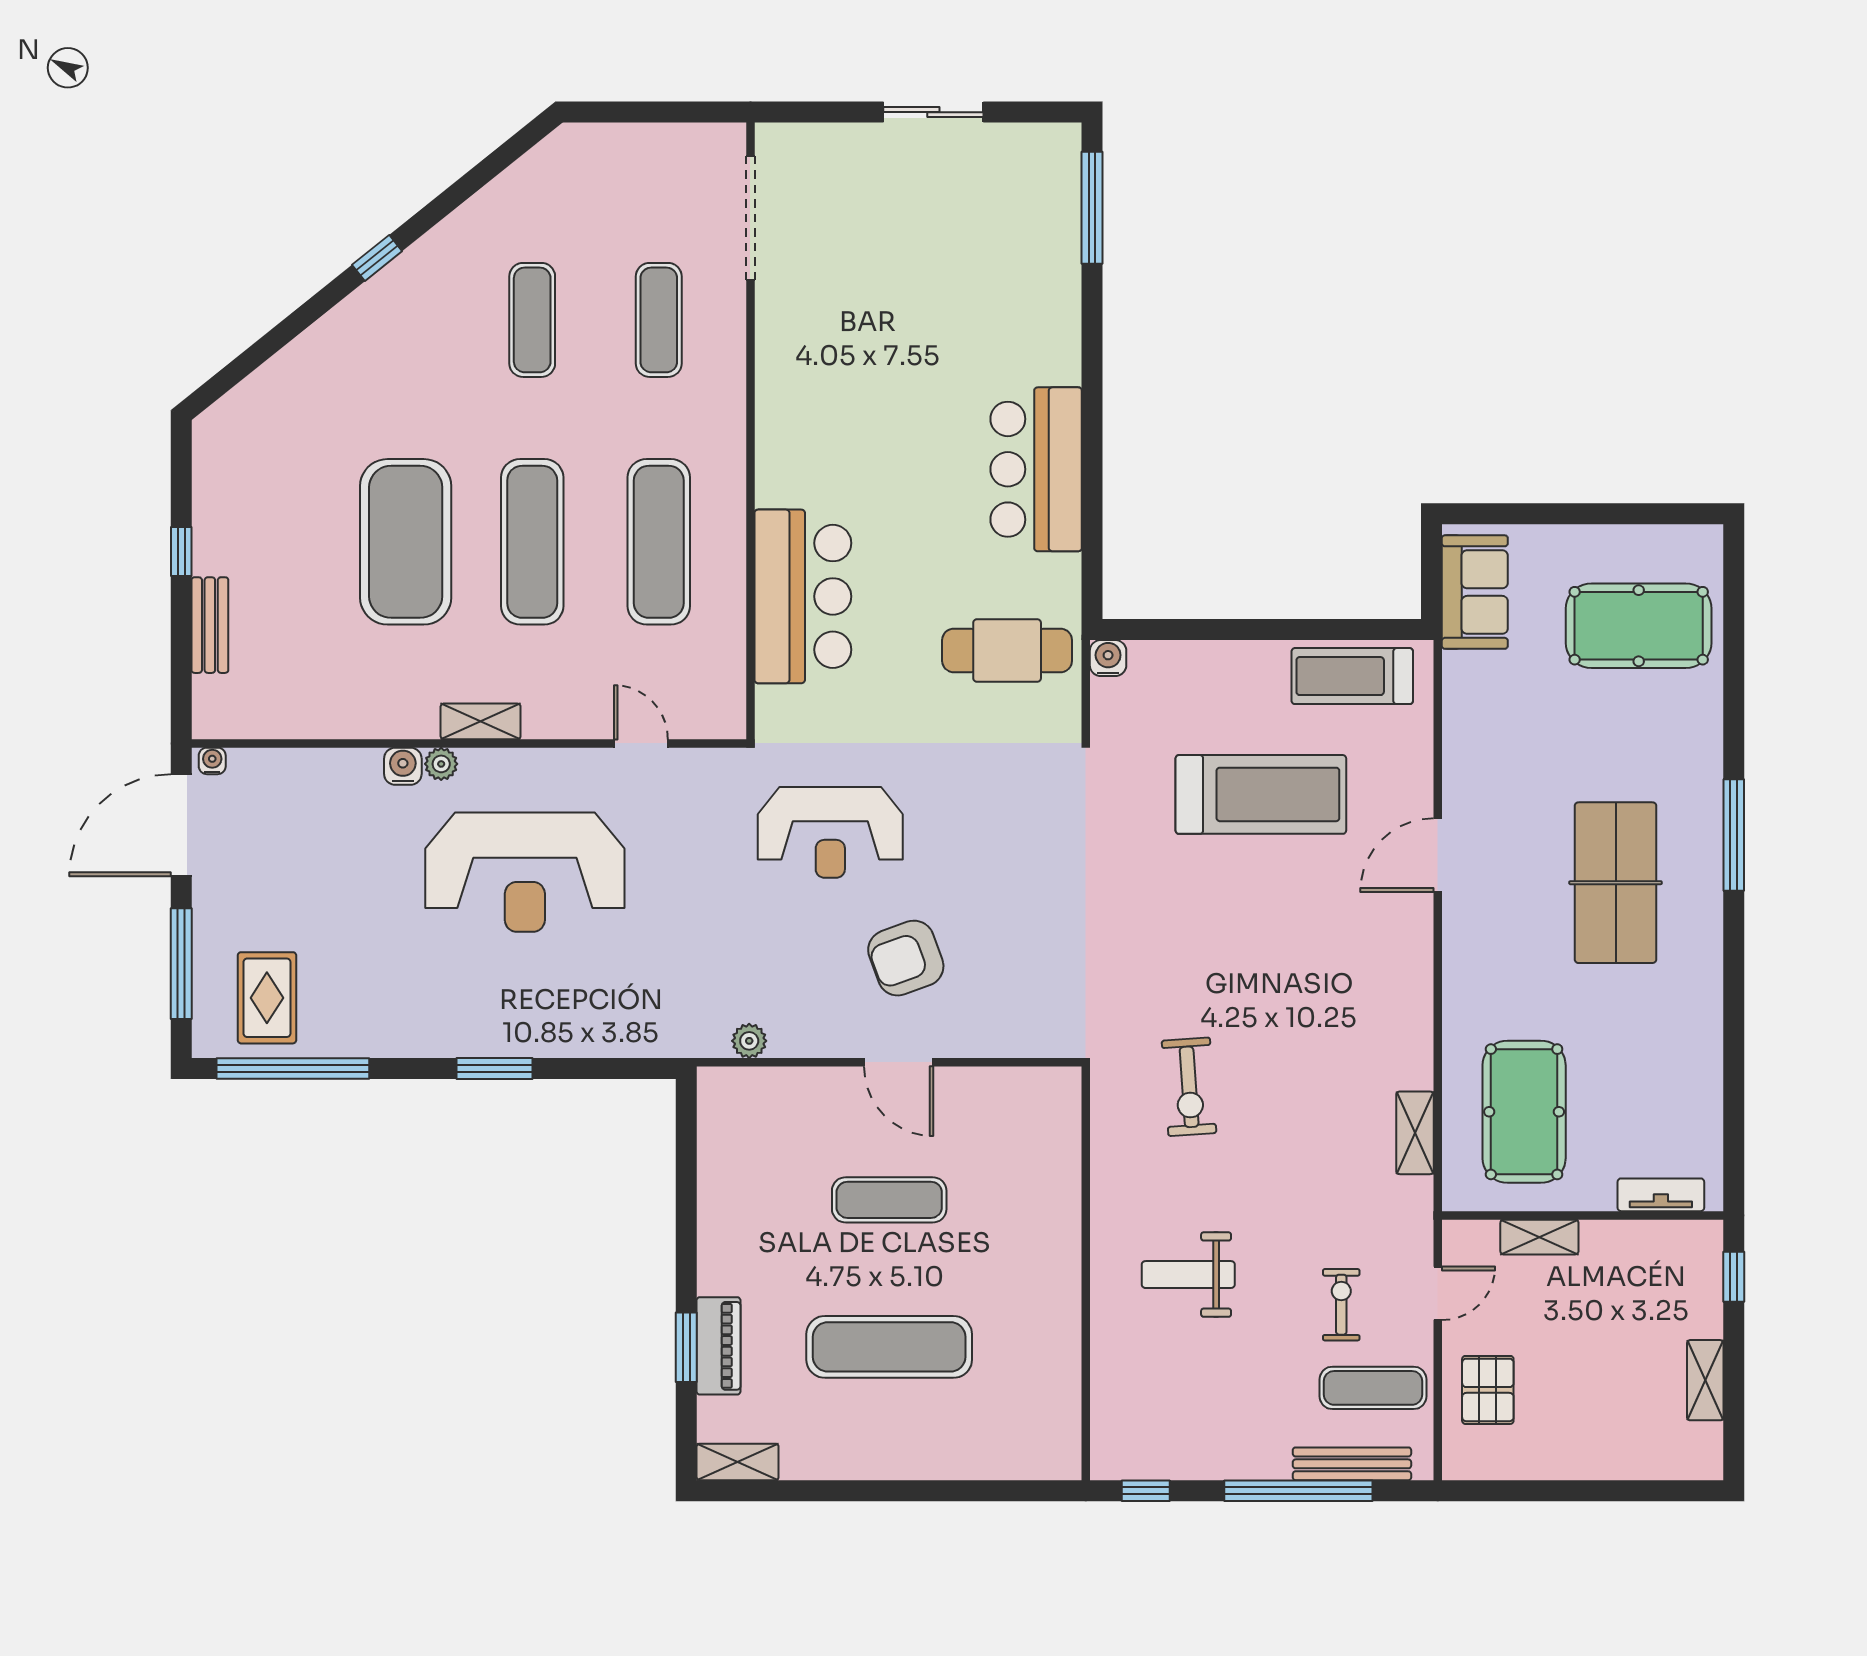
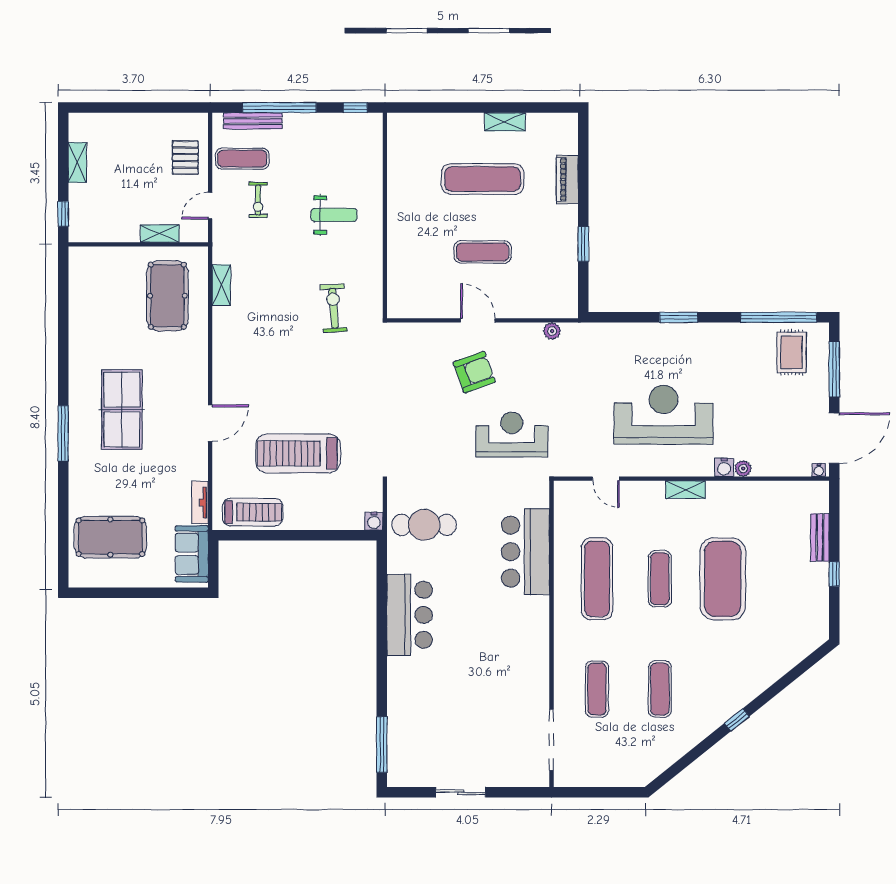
exercise mat: (532, 542) -> (660, 579), width x0.73, depth x0.69
plant: (441, 764) -> (743, 469), moved
tv unit: (1661, 1195) -> (200, 503), moved, turned 90
window: (686, 1347) -> (583, 244), moved
shelving: (738, 1462) -> (505, 122), moved

